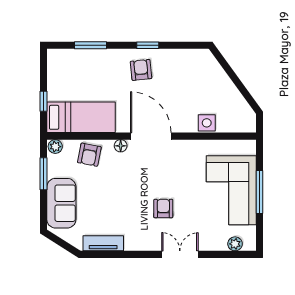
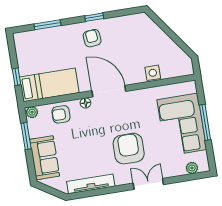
armchair: (89, 155) -> (61, 114), turned 79
armchair: (163, 209) -> (129, 149), width x1.88, depth x1.88
tv unit: (103, 243) -> (91, 184), width x1.41

